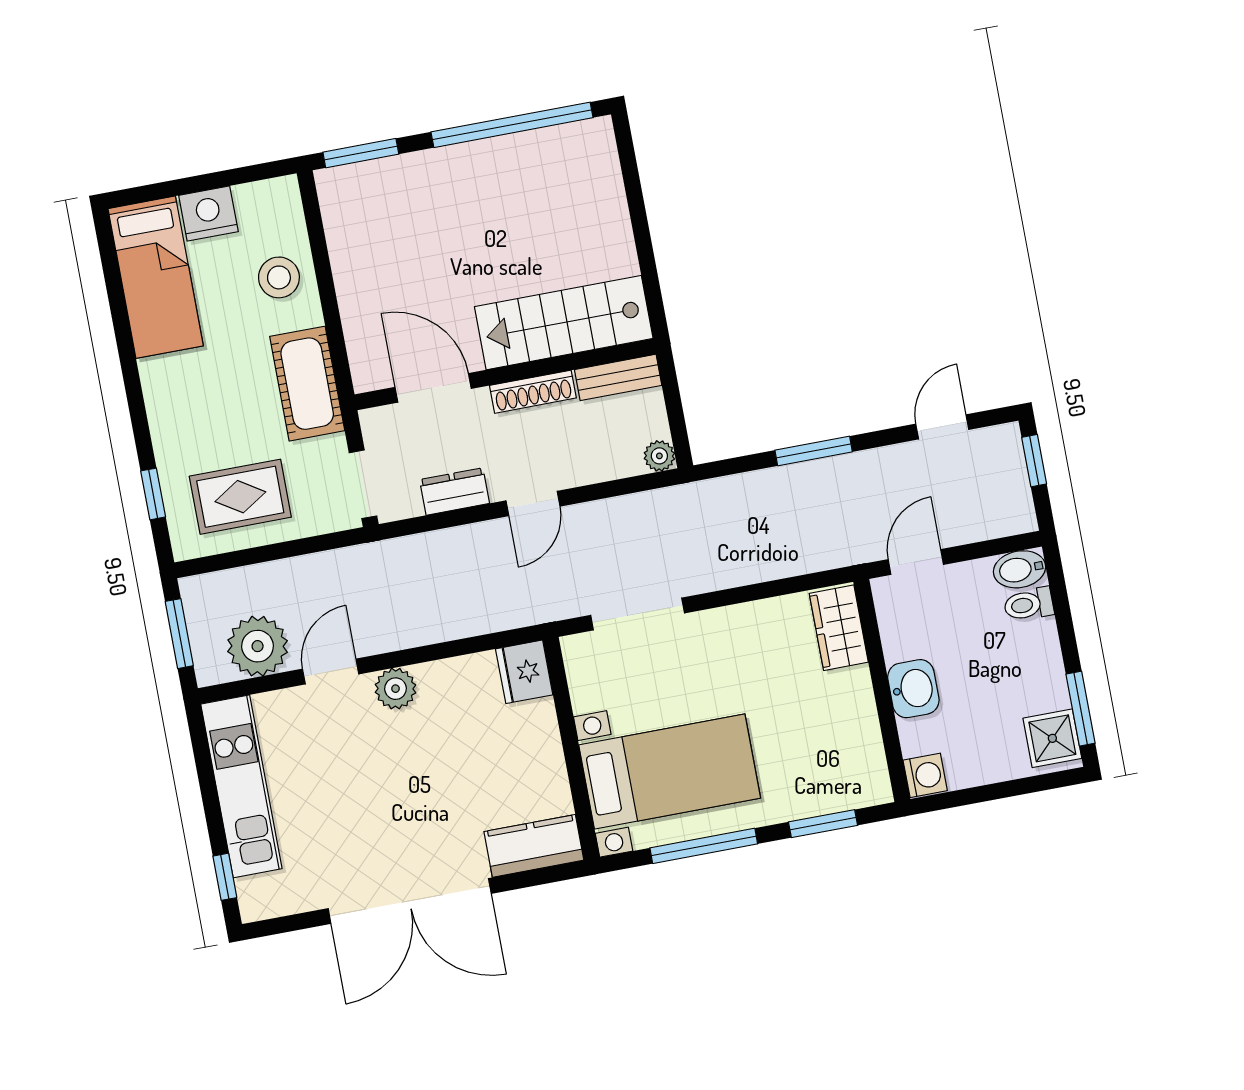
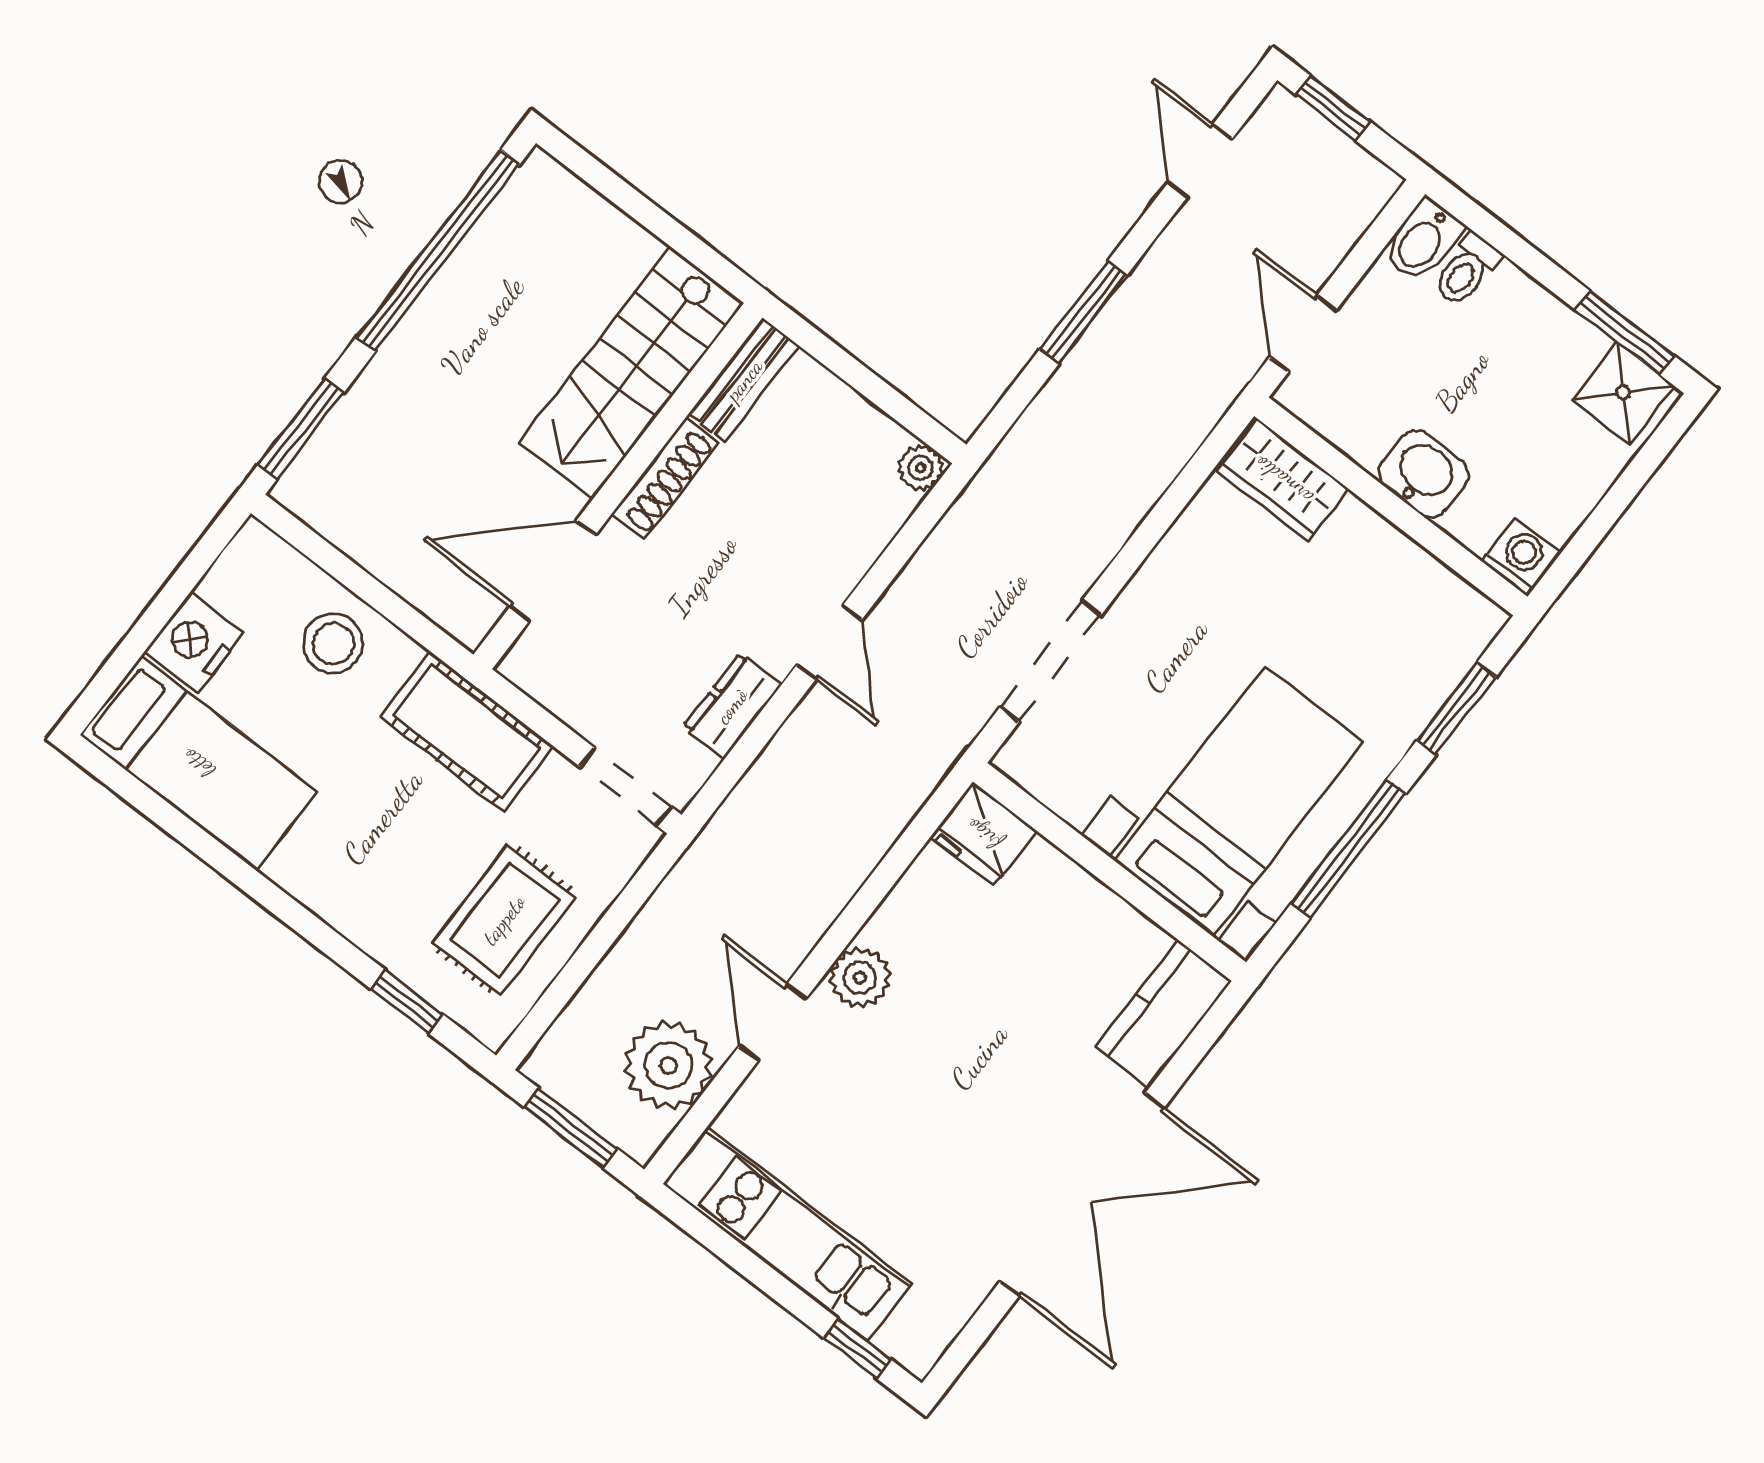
stairs: (564, 323) -> (631, 373), moved
wall: (505, 374) -> (618, 486), moved
bench: (618, 377) -> (744, 380), moved
door: (433, 388) -> (553, 571), moved
shoe rack: (533, 392) -> (665, 478), moved

